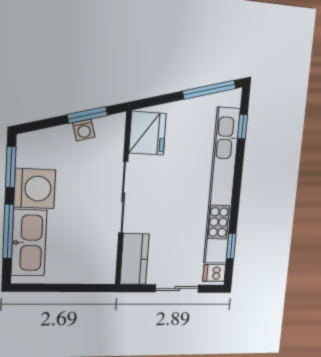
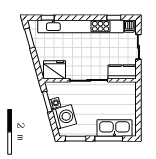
window: (209, 90) -> (30, 38), width x0.69
washing machine: (35, 188) -> (64, 117), moved, turned 74

